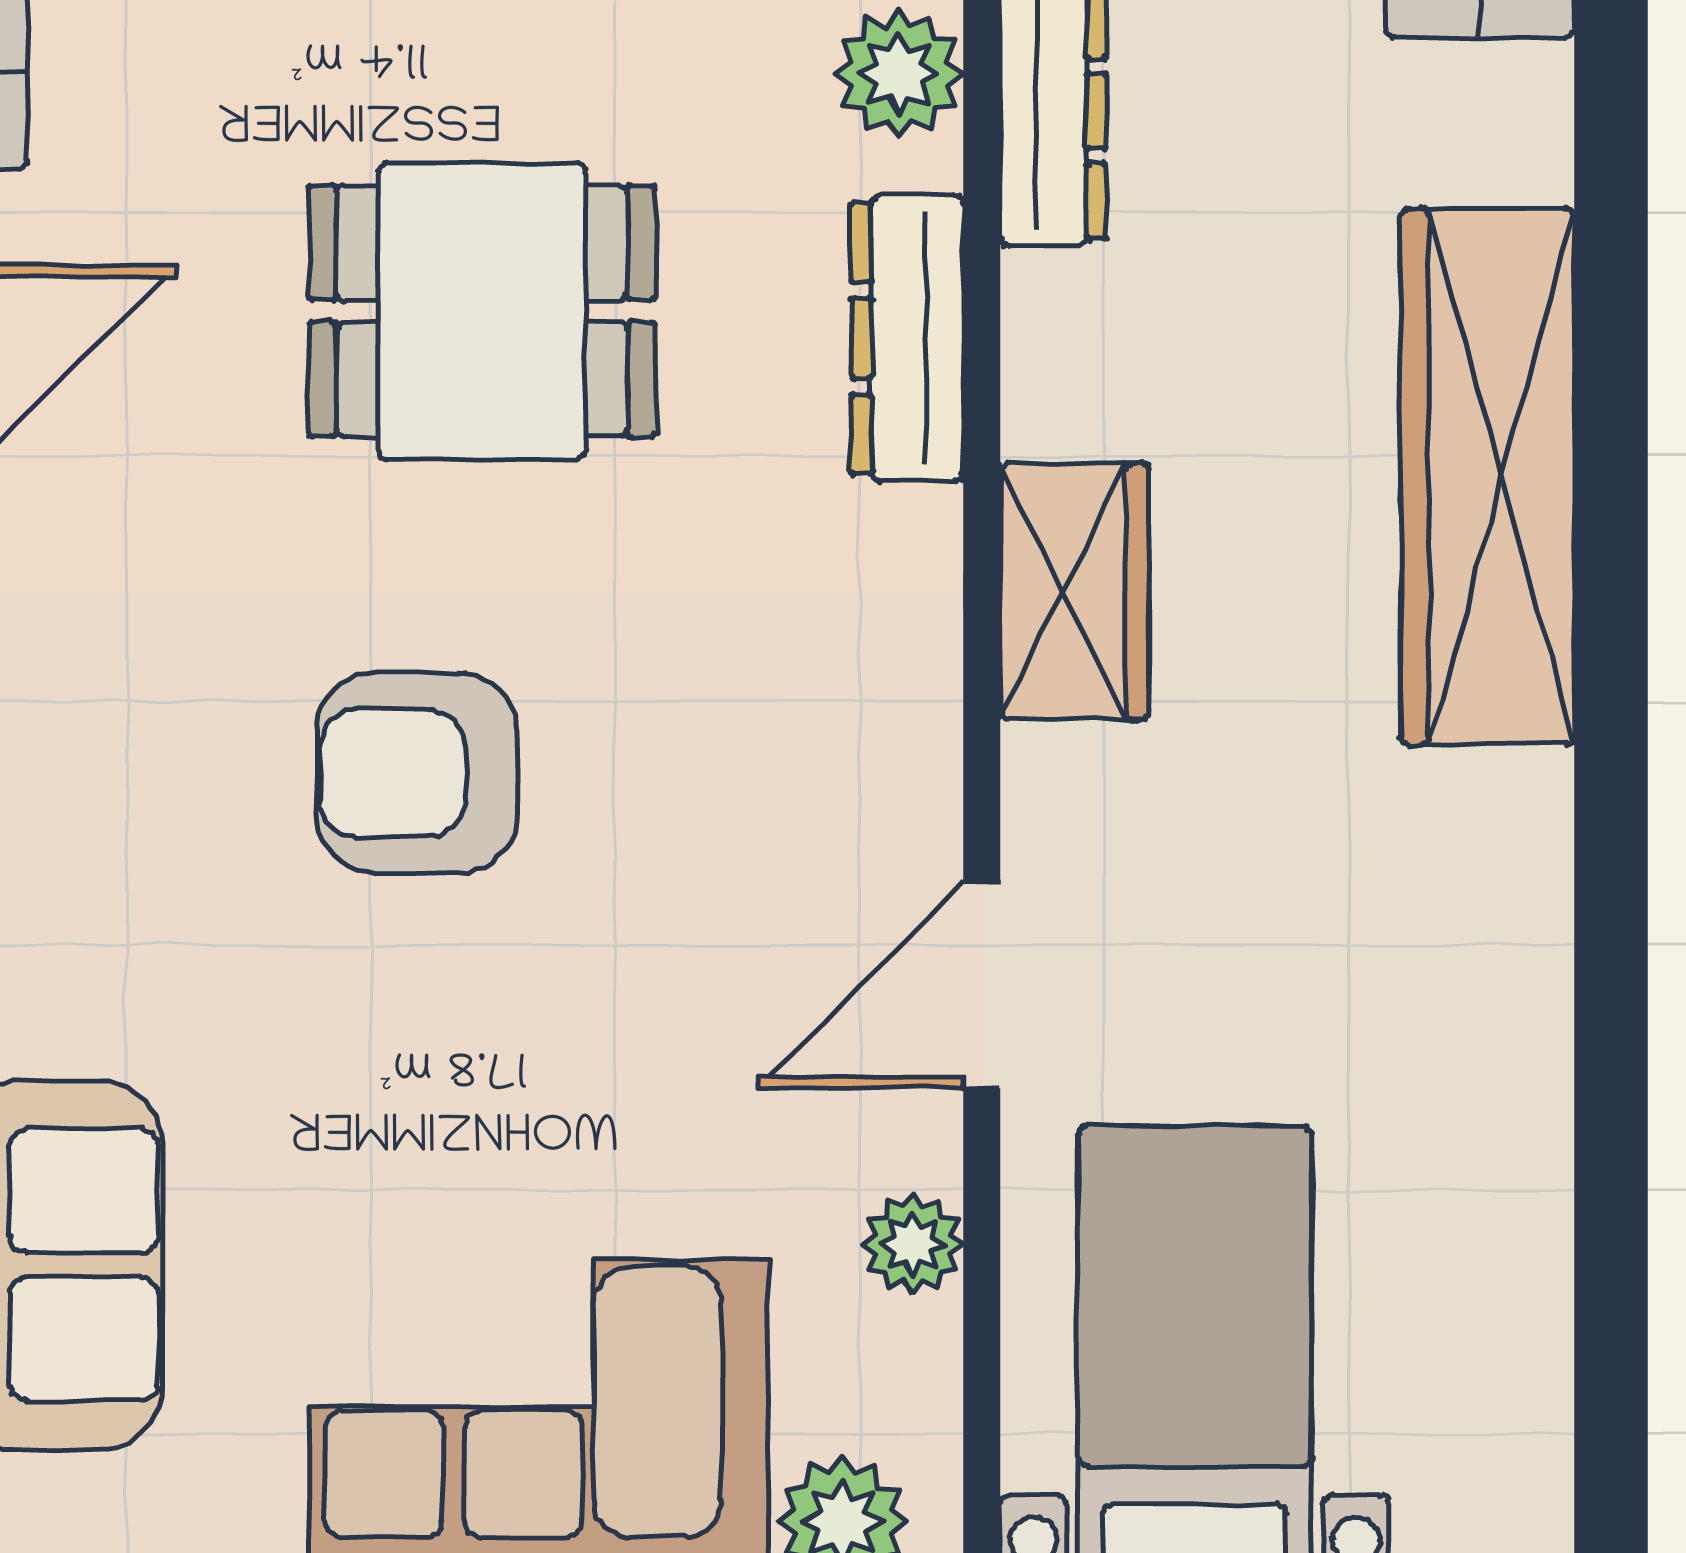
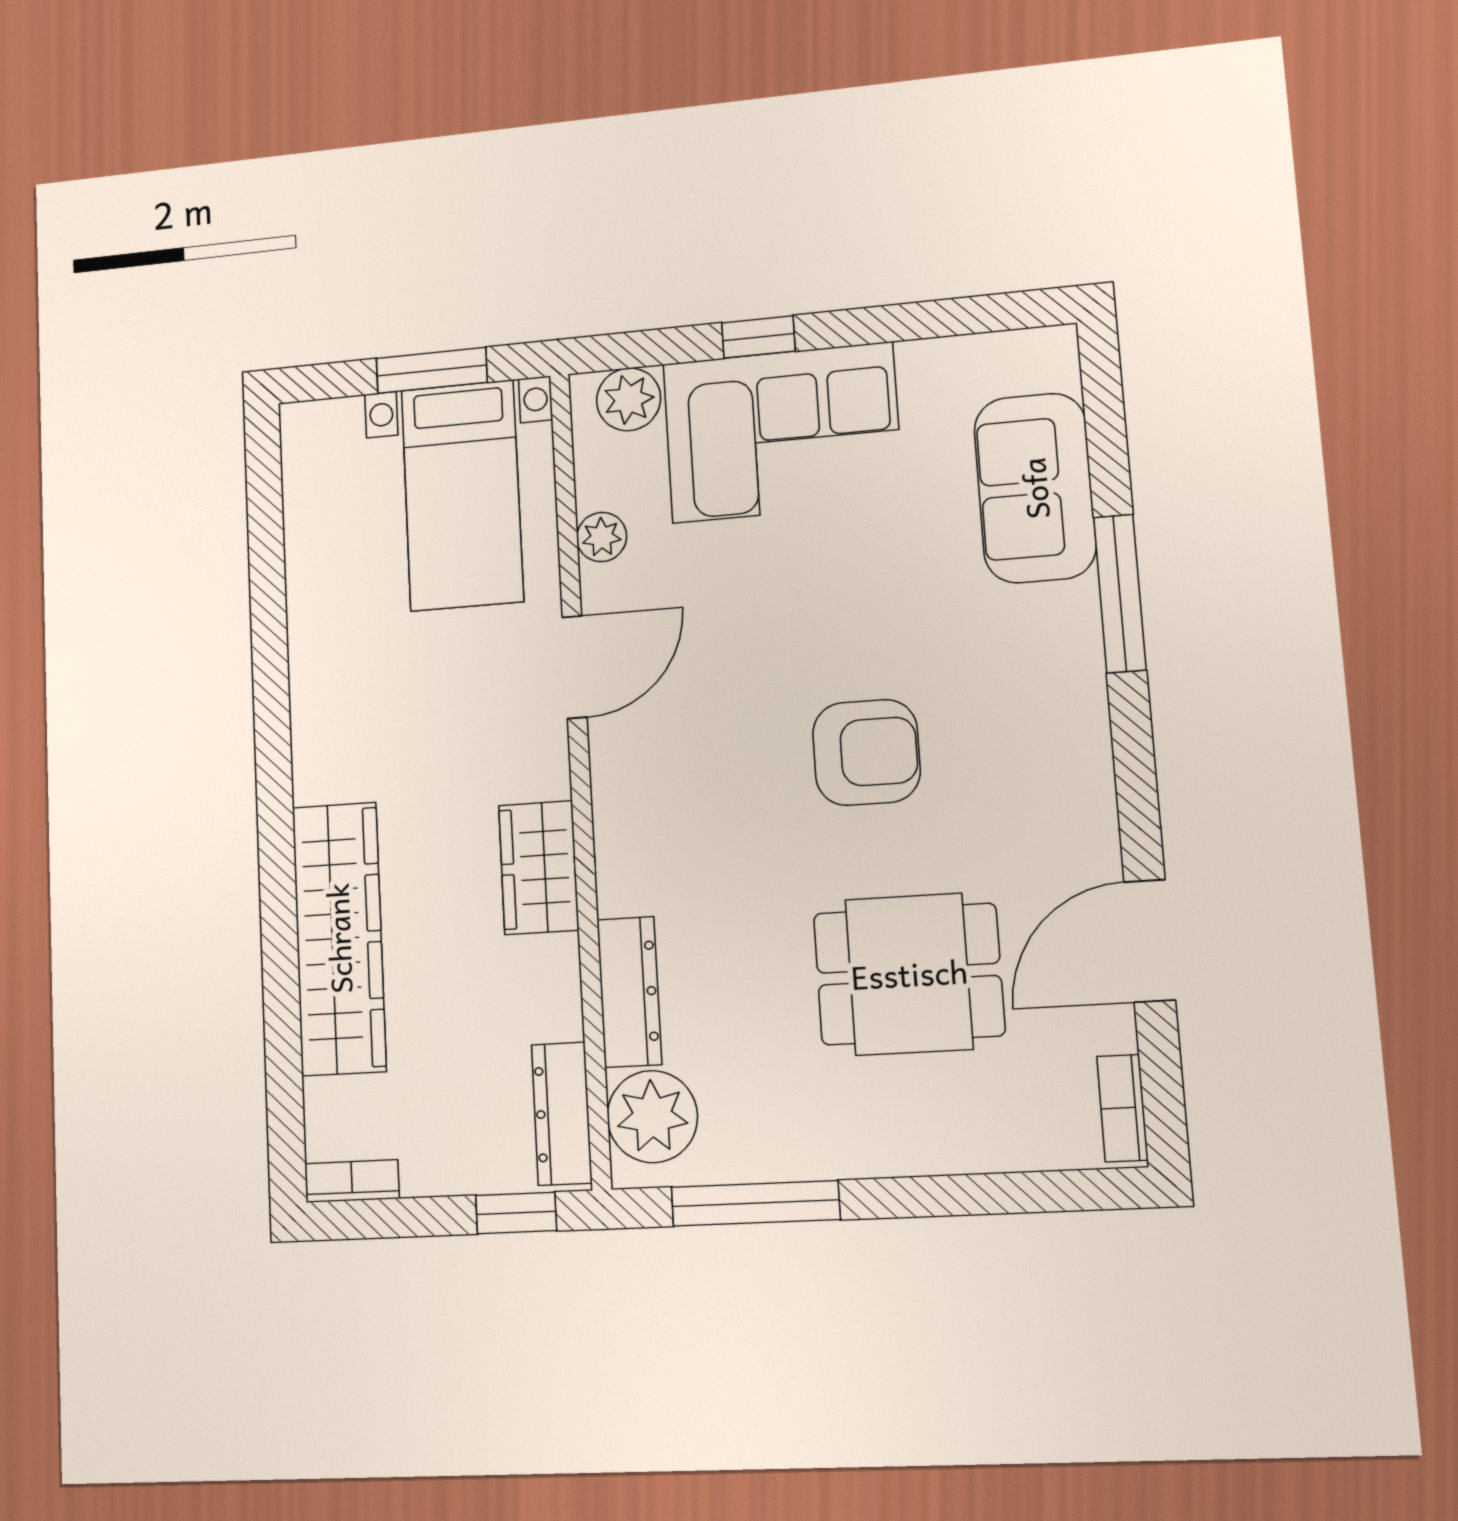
plant: (899, 74) -> (652, 1117), width x1.36, depth x1.36
dining table: (482, 311) -> (909, 974), moved

